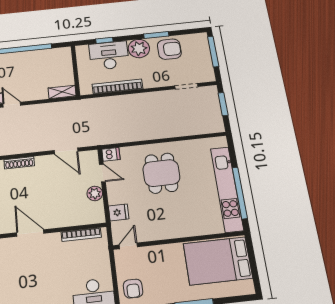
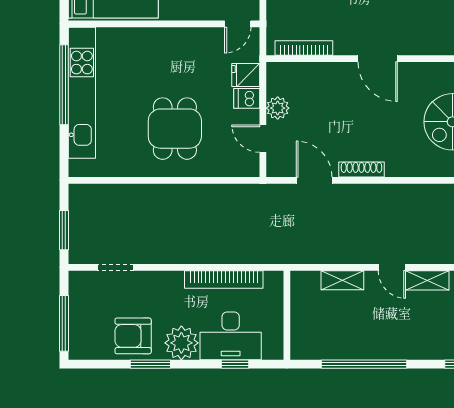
shelving: (62, 92) -> (342, 280), moved
dishwasher: (111, 154) -> (247, 98), moved
shoe rack: (19, 163) -> (361, 169), moved

